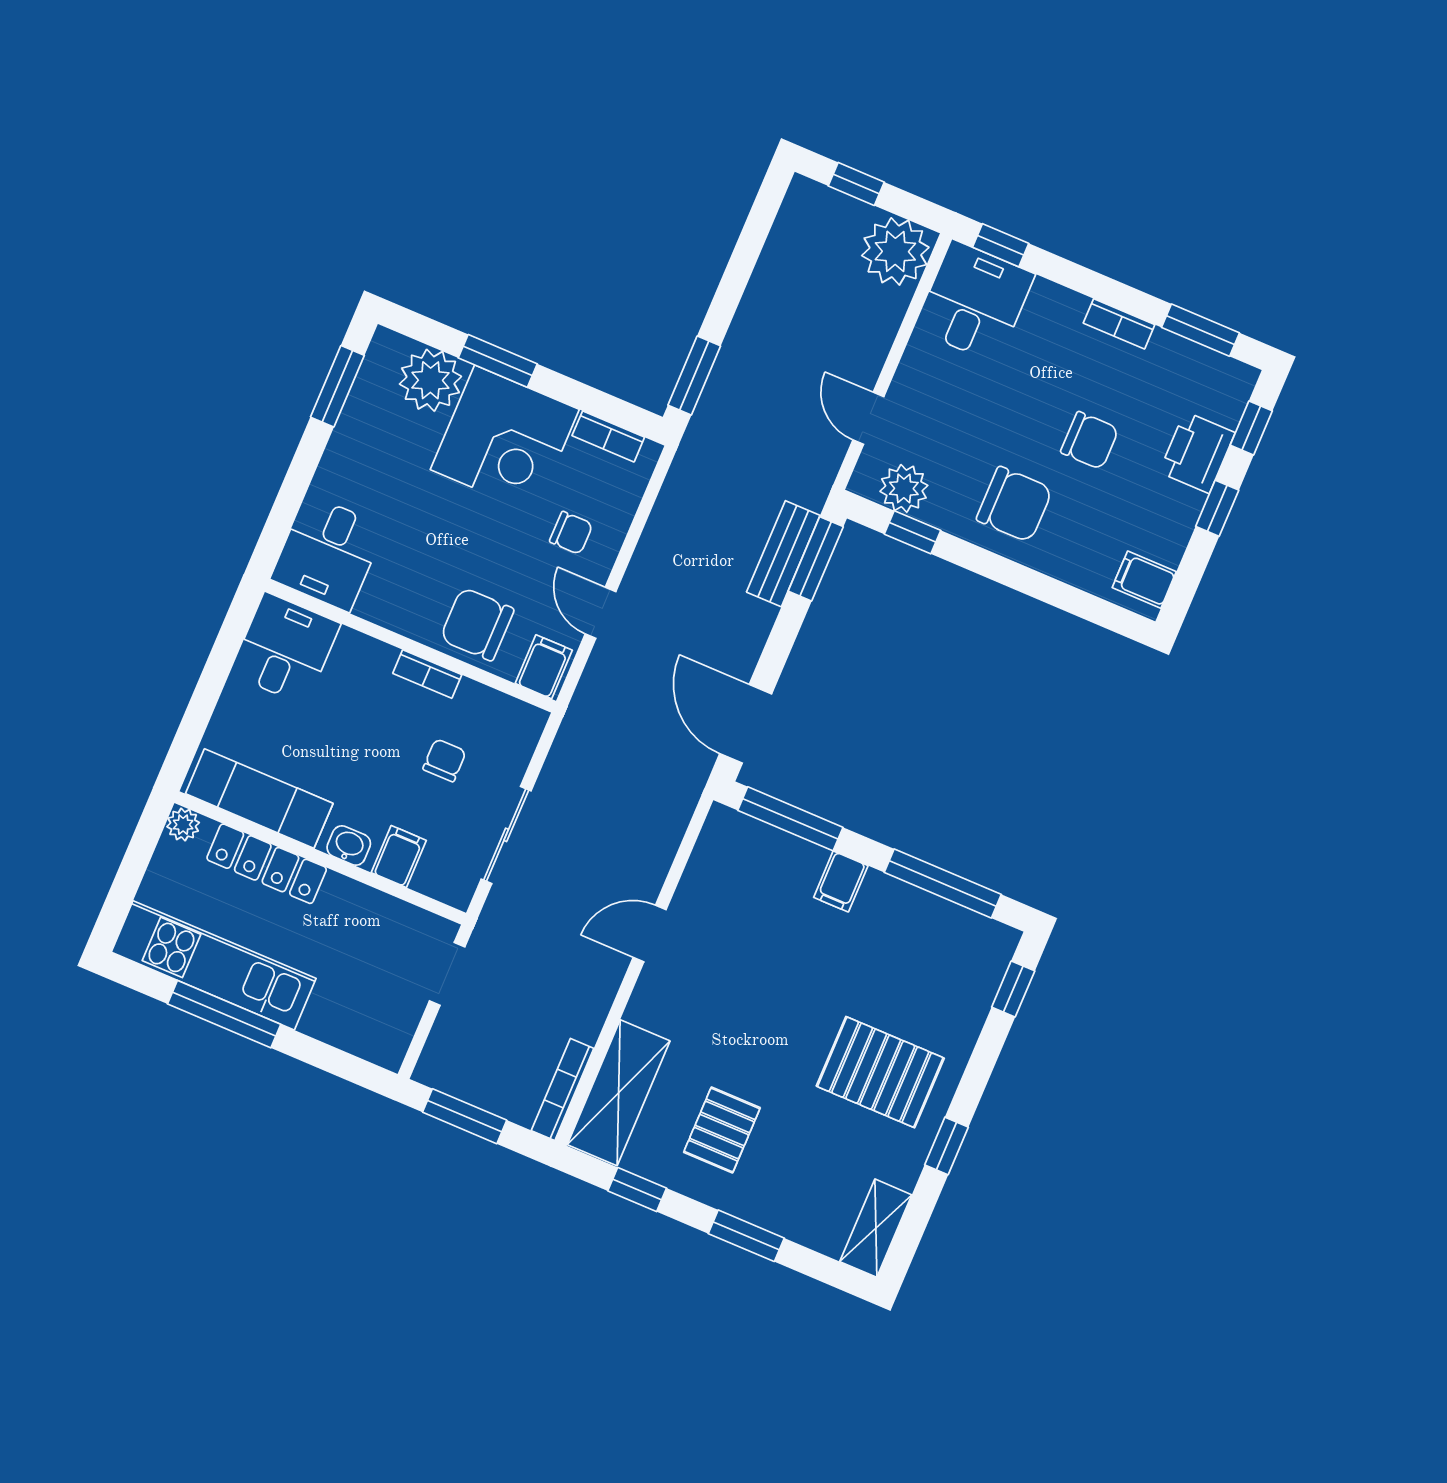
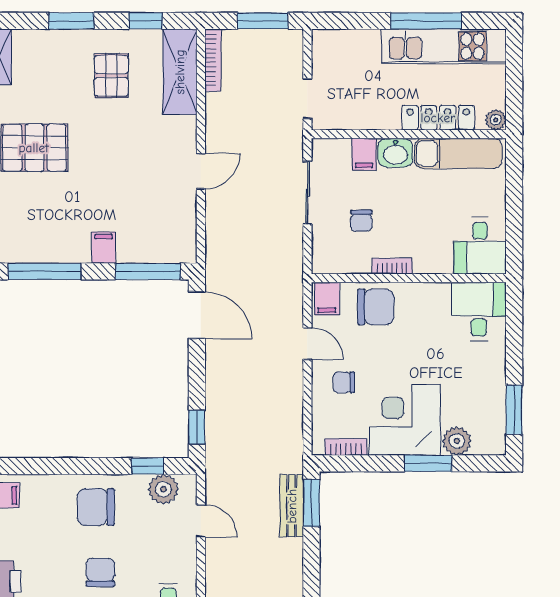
plant: (430, 380) -> (457, 441), width x0.73, depth x0.73
chair: (1090, 440) -> (100, 572), moved, turned 90
bench: (783, 554) -> (292, 506), moved
window: (816, 559) -> (197, 427), width x0.67
washbasin: (349, 846) -> (395, 153), width x1.38, depth x1.45

